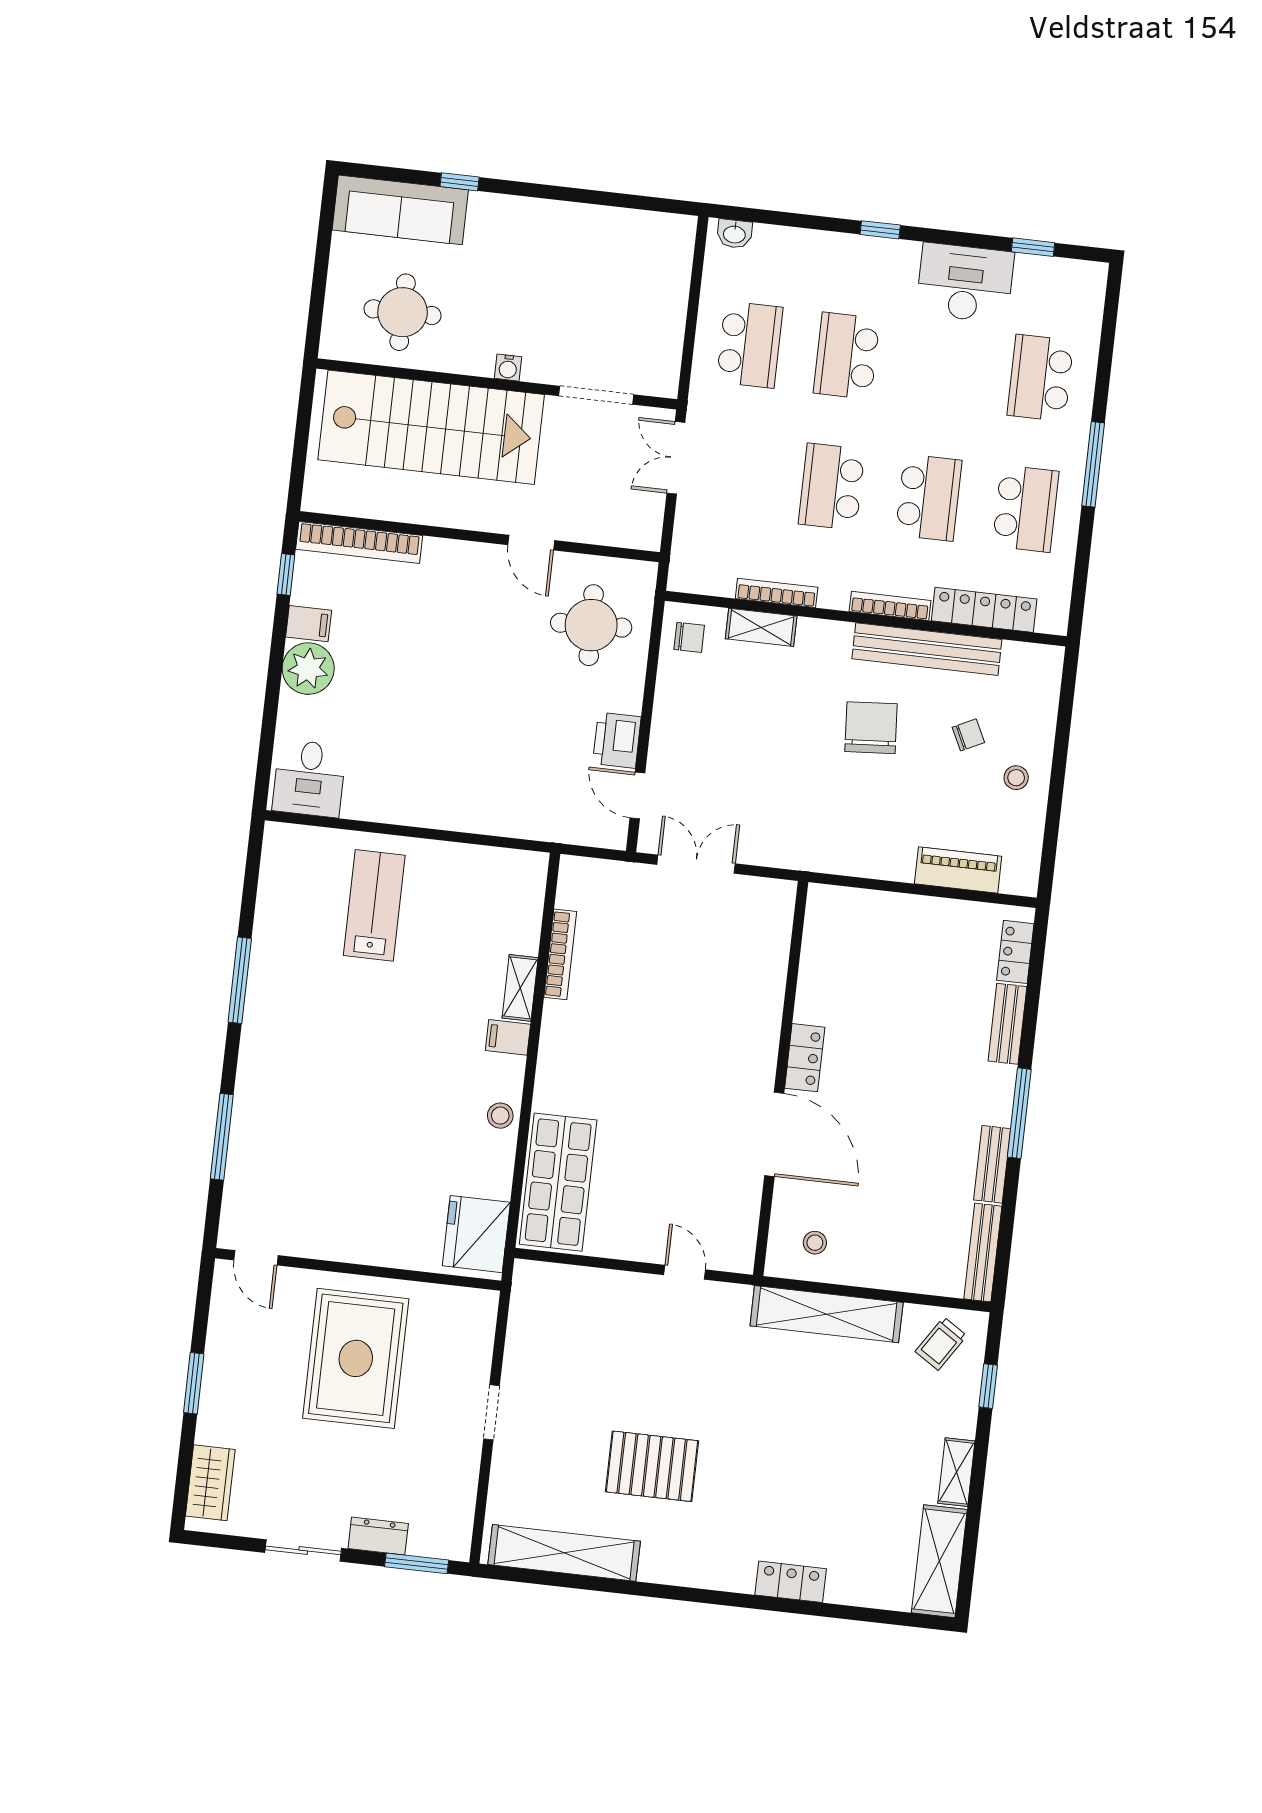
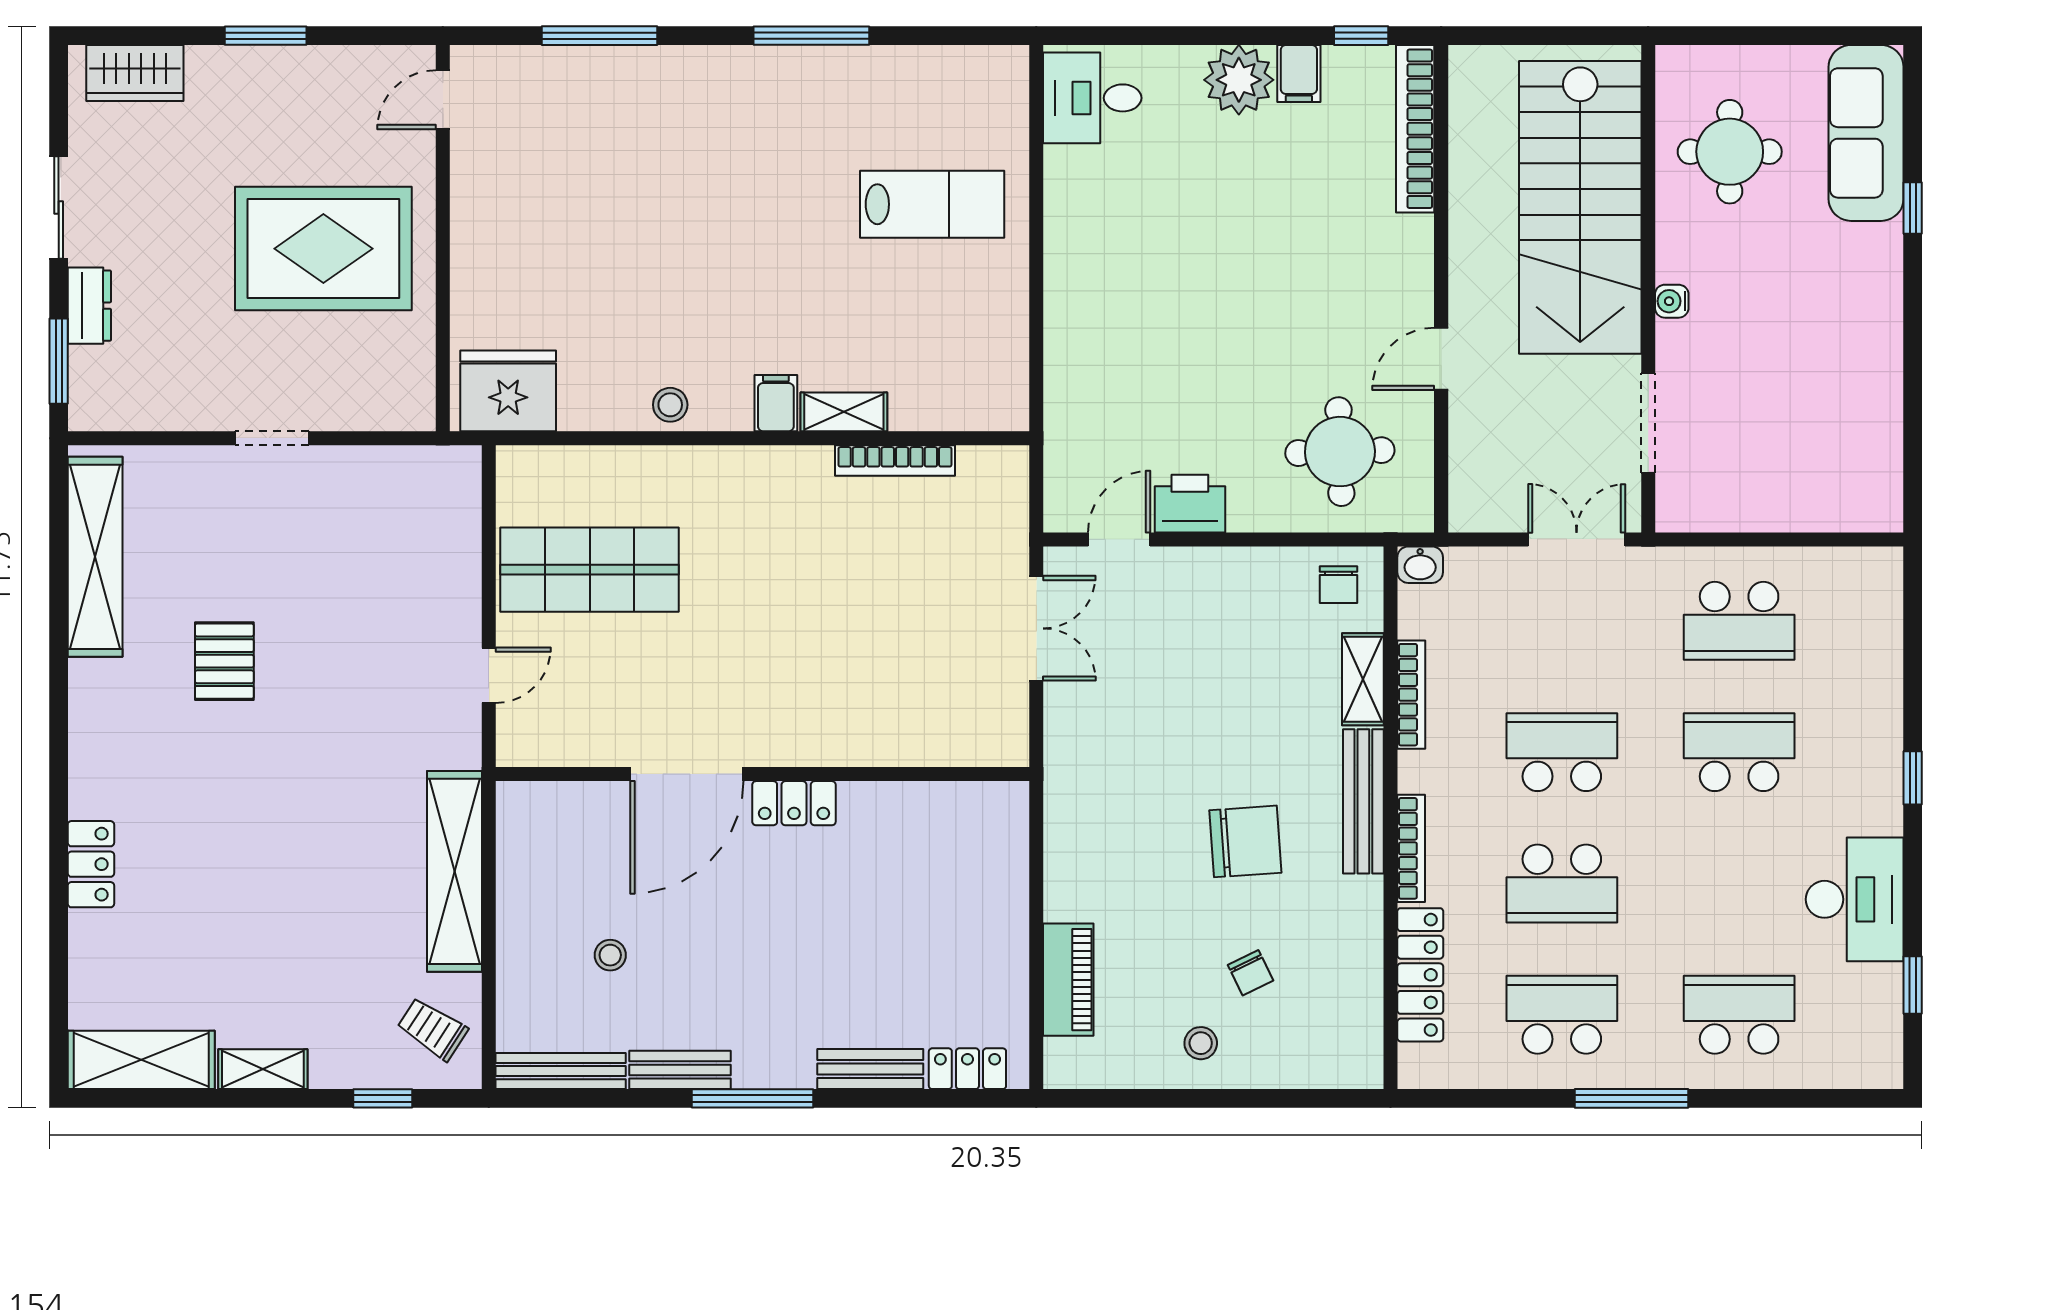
washbasin: (734, 234) -> (1420, 565), moved, turned -90
school desk: (1026, 509) -> (1562, 1015), turned 180
bench: (927, 649) -> (1363, 801), moved, width x0.73, depth x0.82
shop shelf: (558, 1182) -> (590, 570), moved
stool: (815, 1243) -> (610, 955), moved
pallet: (652, 1466) -> (224, 661), width x0.67, depth x0.71

